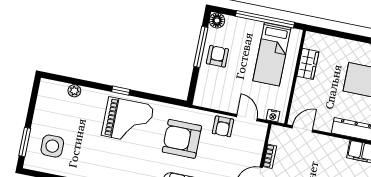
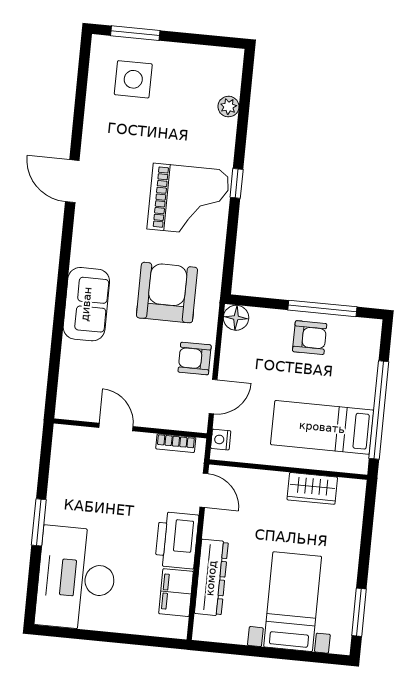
floor lamp: (217, 20) -> (236, 318), moved
grand piano: (128, 120) -> (188, 200), turned -90
printer: (331, 148) -> (177, 540), added
bookcase: (270, 156) -> (176, 443), moved

